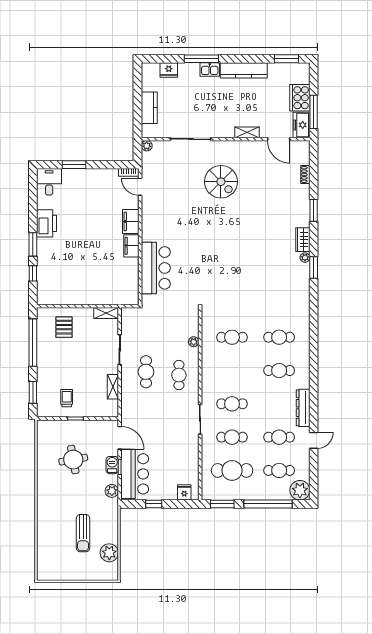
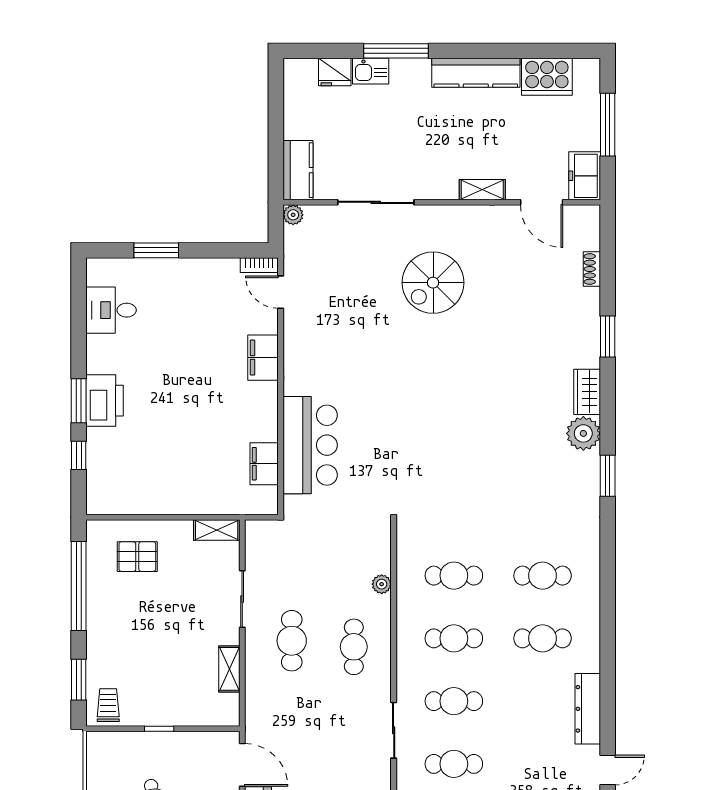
window: (286, 59) -> (556, 51), removed
kitchen sink: (210, 69) -> (371, 71), moved
cooker: (300, 98) -> (547, 77), moved, turned -90
kitchen counter: (149, 108) -> (298, 170), moved
window: (314, 112) -> (608, 125), moved
desk: (49, 182) -> (111, 310), moved, turned -90
spiral stairs: (221, 182) -> (433, 283), turned 90
printer: (47, 223) -> (105, 401), moved
filing cabinet: (131, 246) -> (264, 464), moved
plant: (305, 258) -> (583, 433), width x1.88, depth x1.88
window: (314, 267) -> (608, 476), moved
pallet: (64, 327) -> (137, 557), turned 90
trolley: (67, 398) -> (108, 705), moved
cafe table: (279, 437) -> (454, 638), moved

